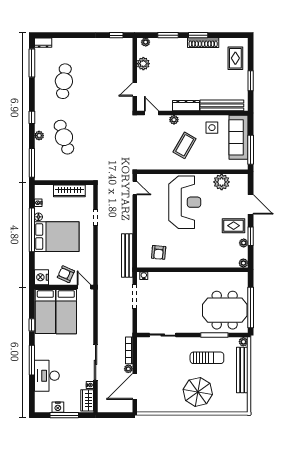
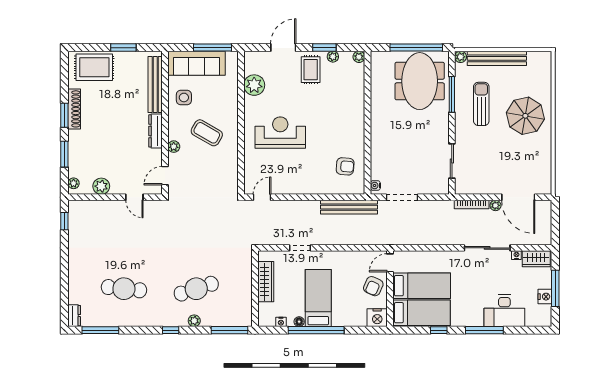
rug: (235, 58) -> (94, 67), width x1.36, depth x1.43
reception desk: (185, 202) -> (280, 133), width x0.74, depth x0.77
bed: (57, 237) -> (318, 298), width x0.67

